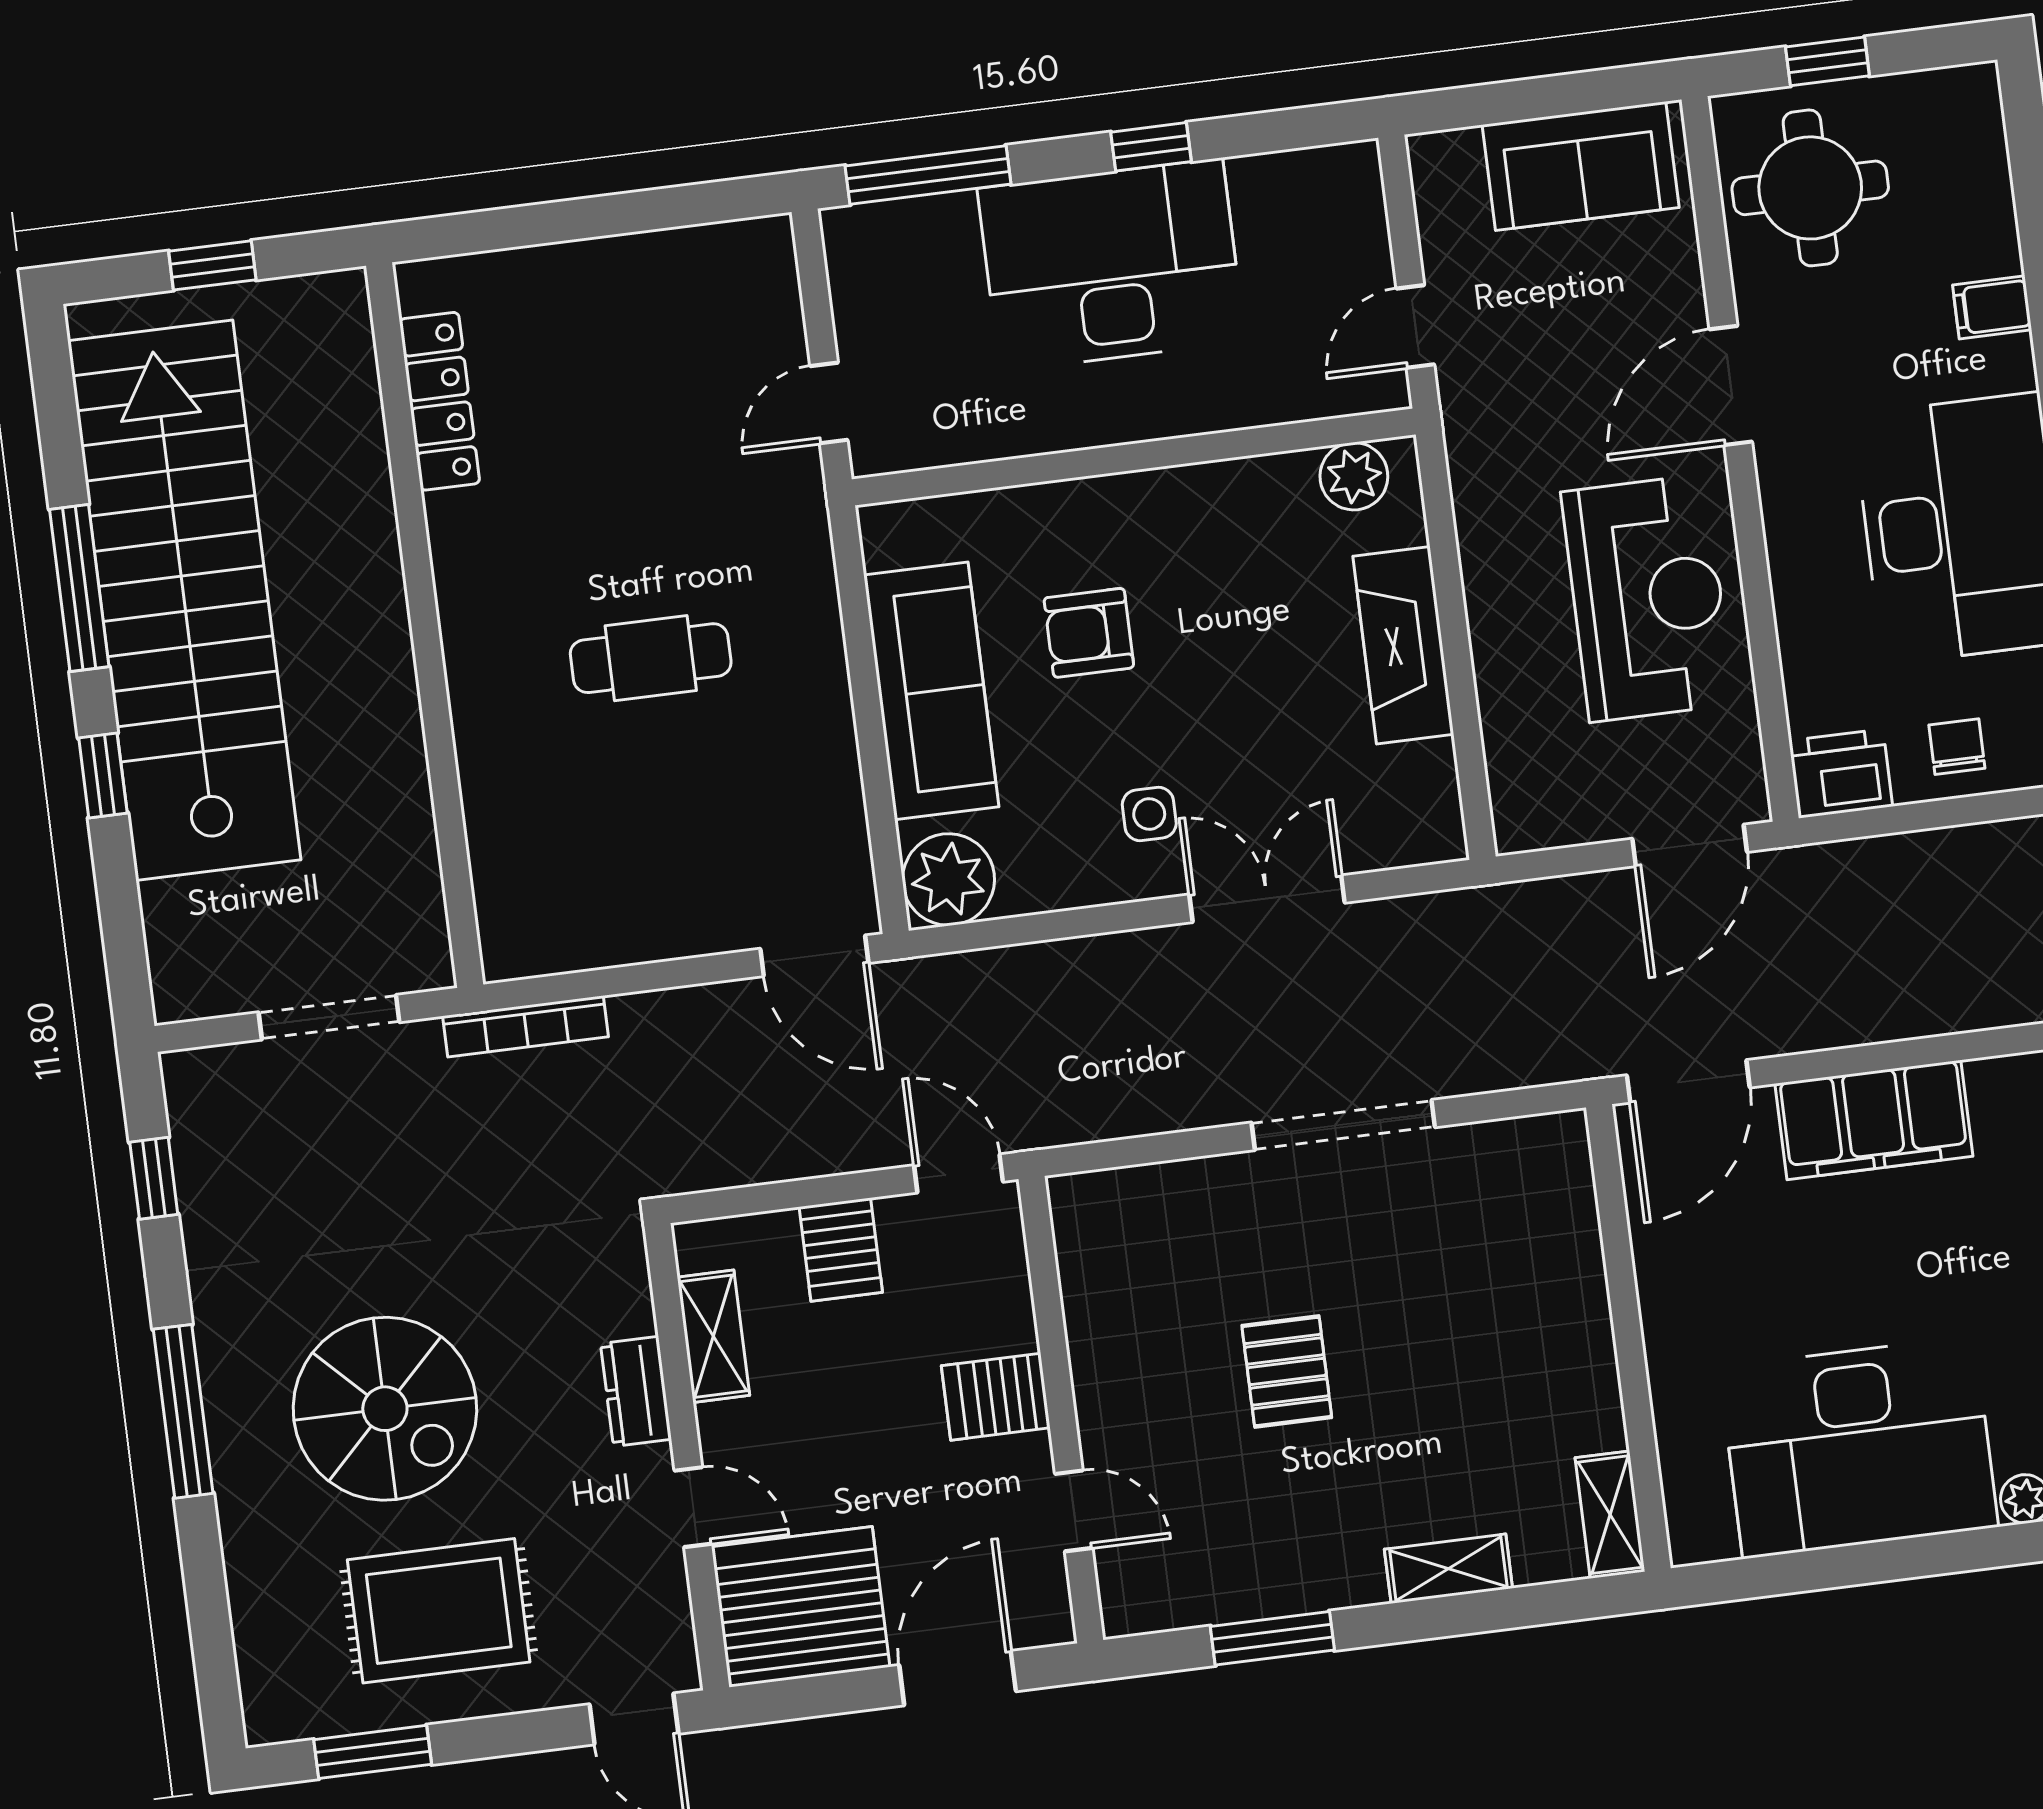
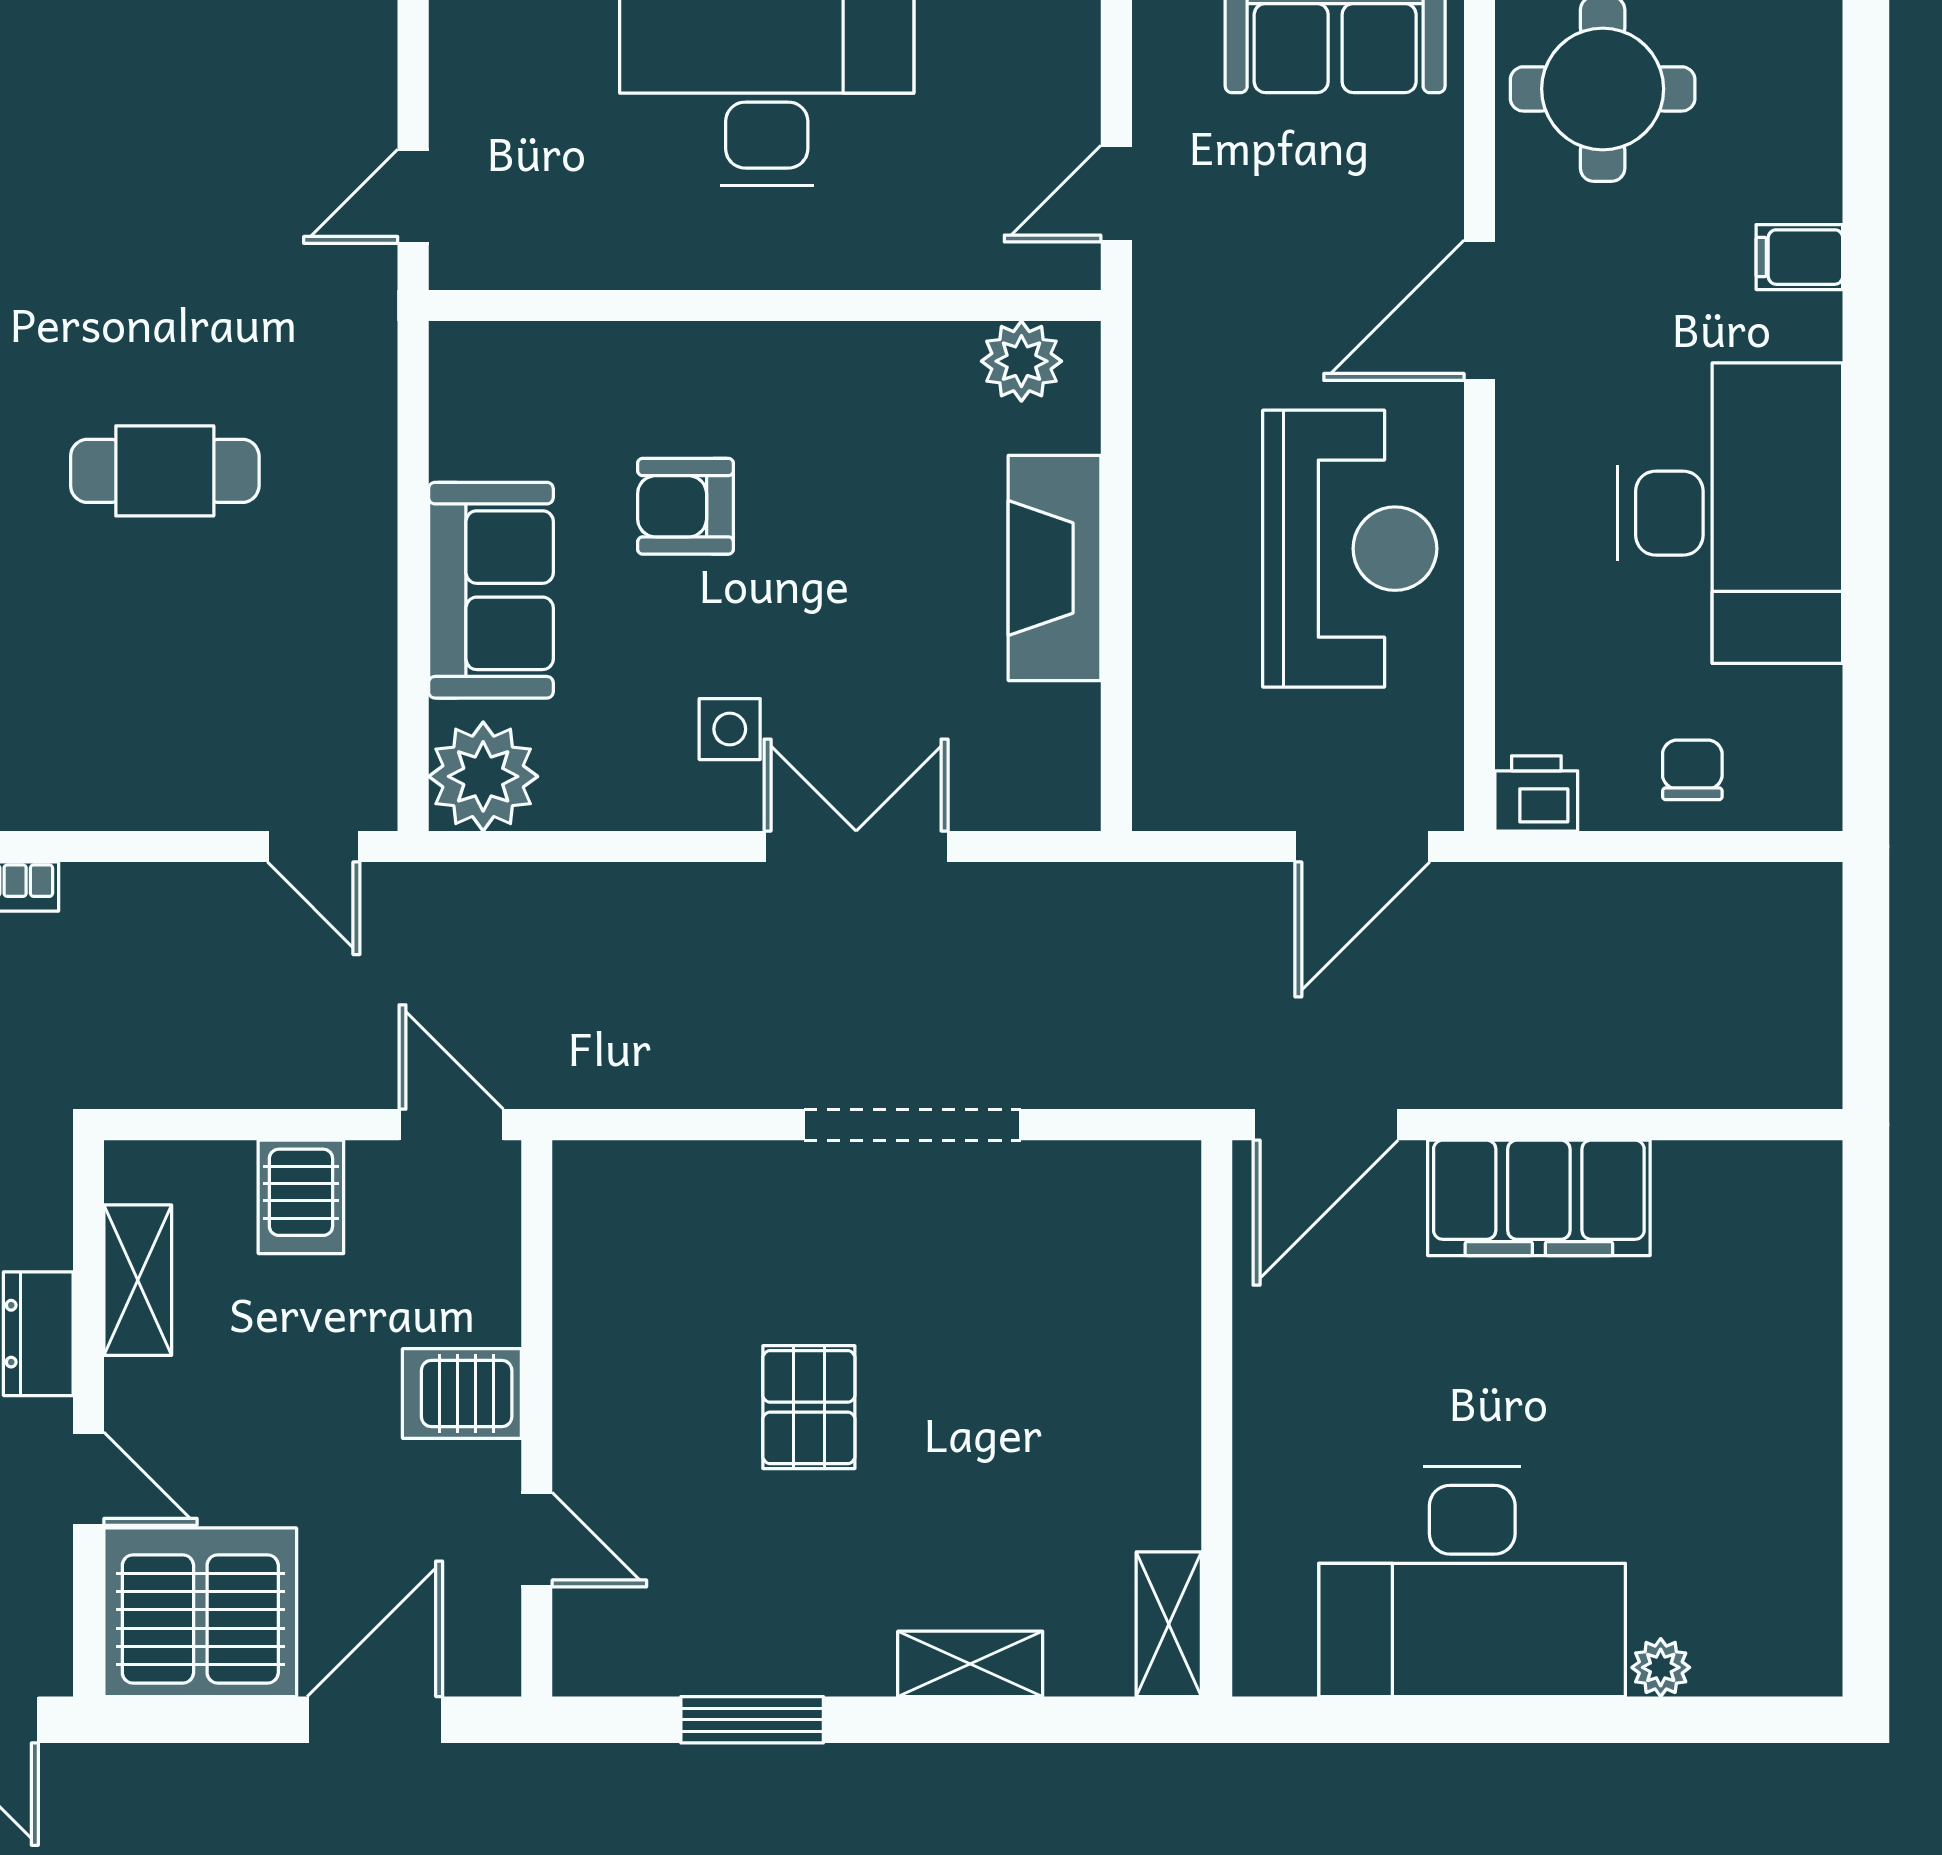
sofa: (931, 691) -> (491, 590), width x0.73
printer: (1841, 774) -> (1536, 793), width x0.73, depth x0.81
door: (814, 956) -> (314, 846), width x0.73

